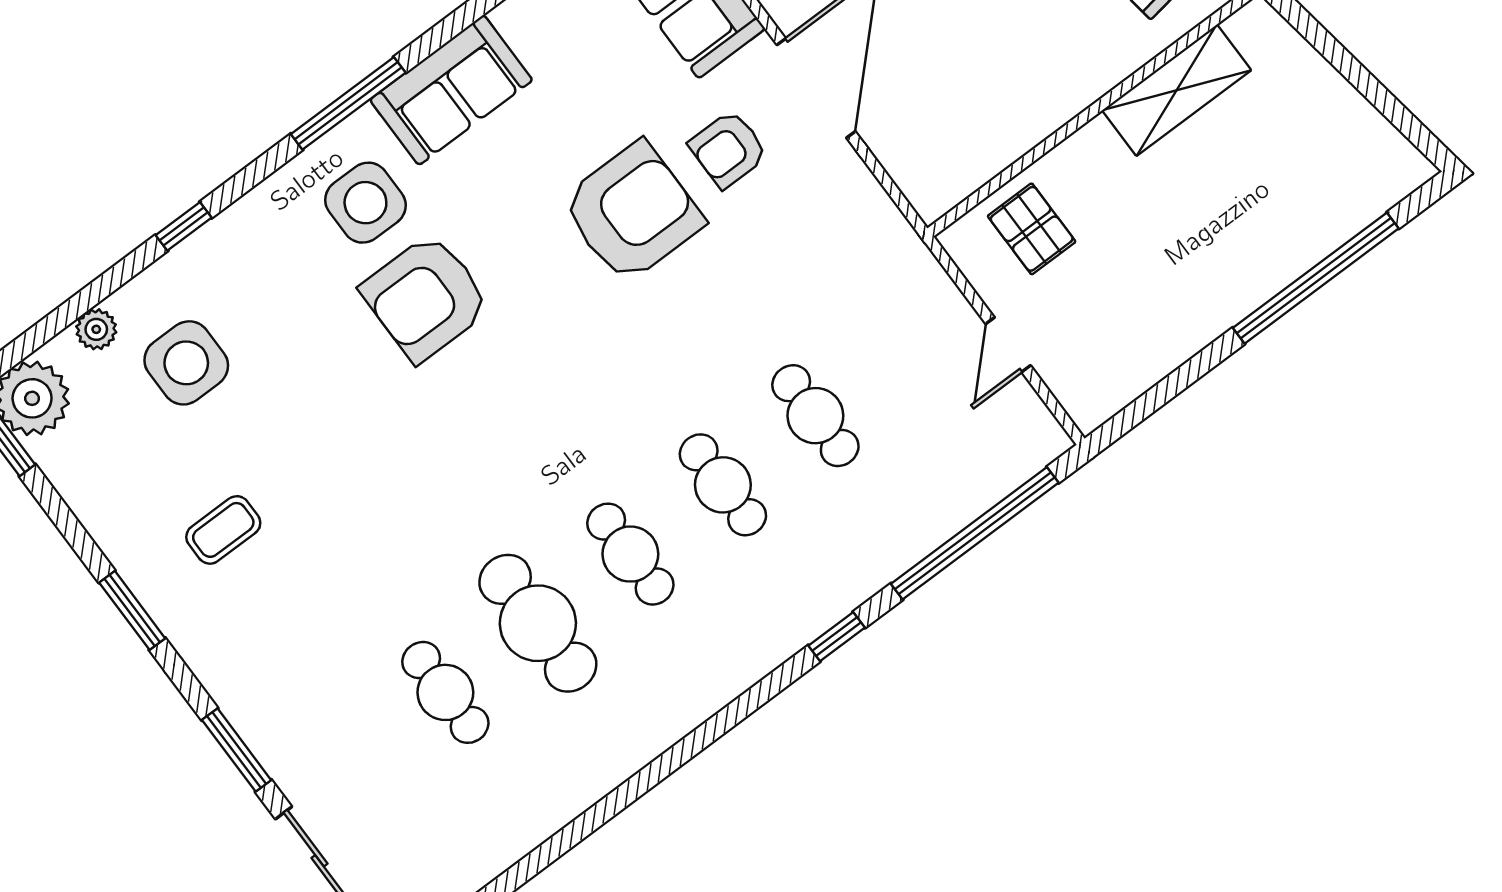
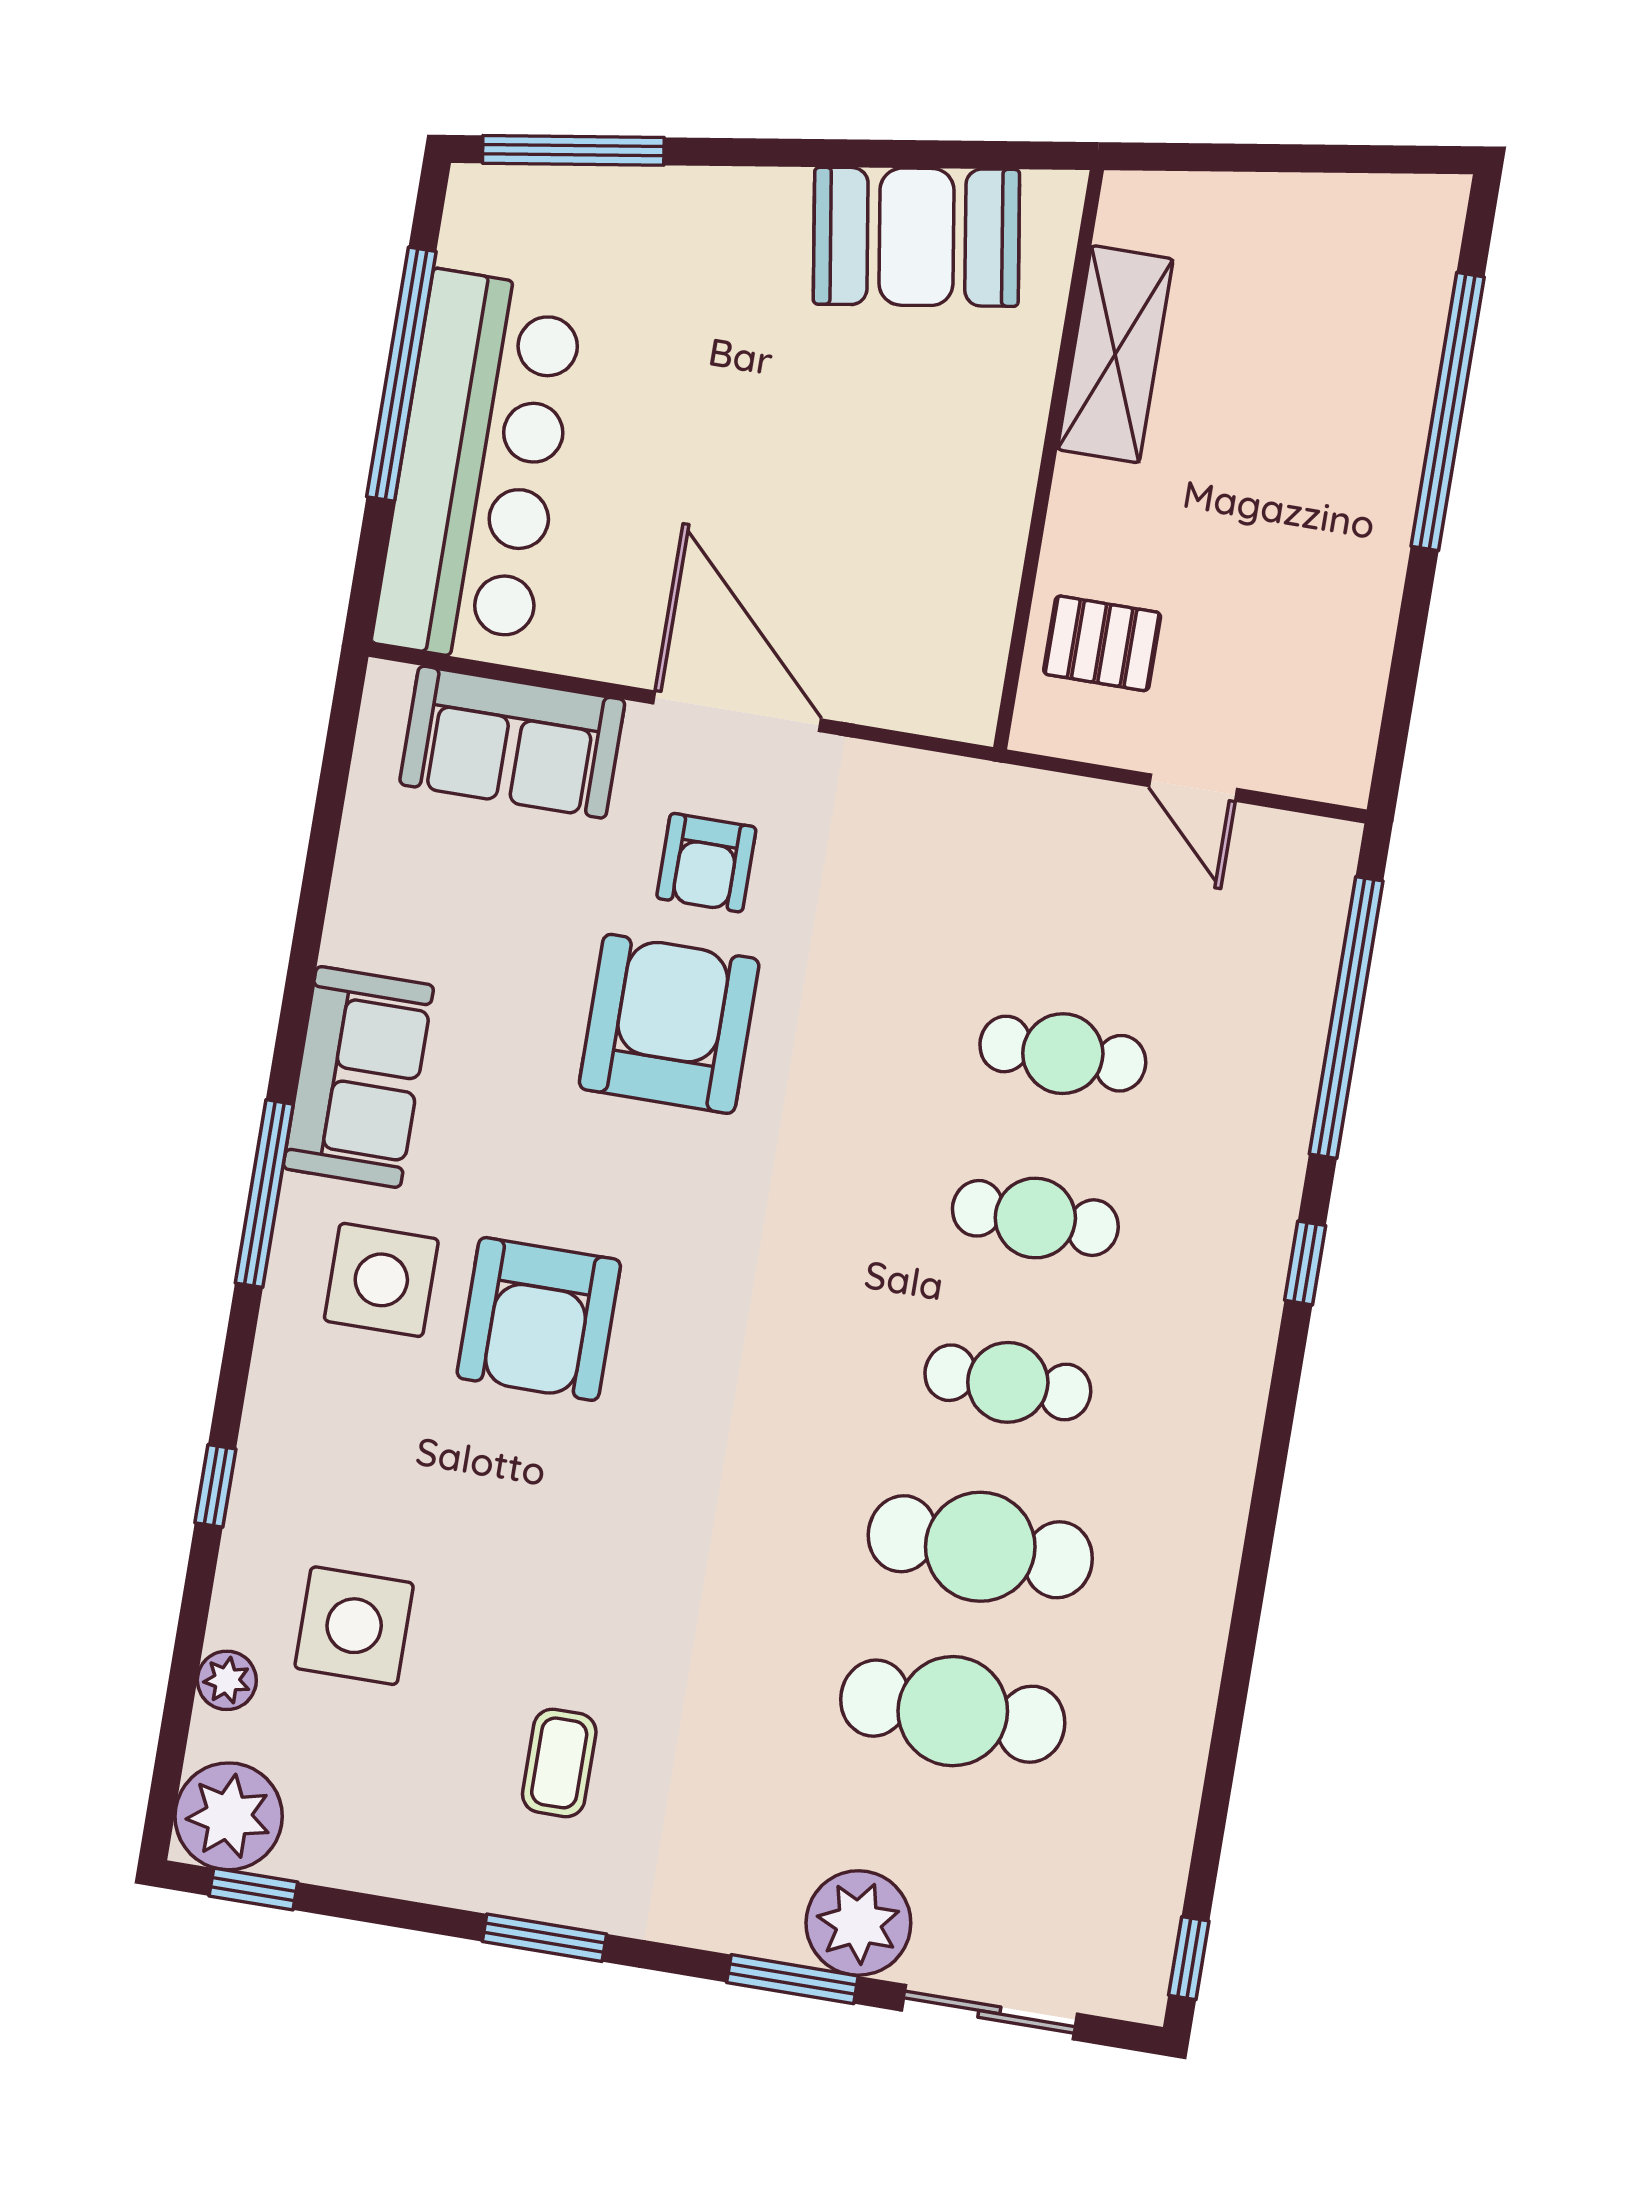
cafe table: (445, 692) -> (953, 1711), width x1.37, depth x1.35
plant: (297, 753) -> (858, 1923), added

